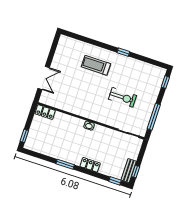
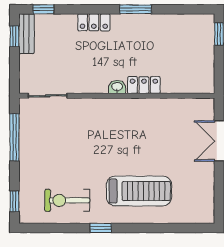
treadmill: (96, 65) -> (139, 191), width x1.37, depth x1.38
exercise bike: (122, 97) -> (67, 200), moved
locker: (45, 112) -> (144, 85), moved

